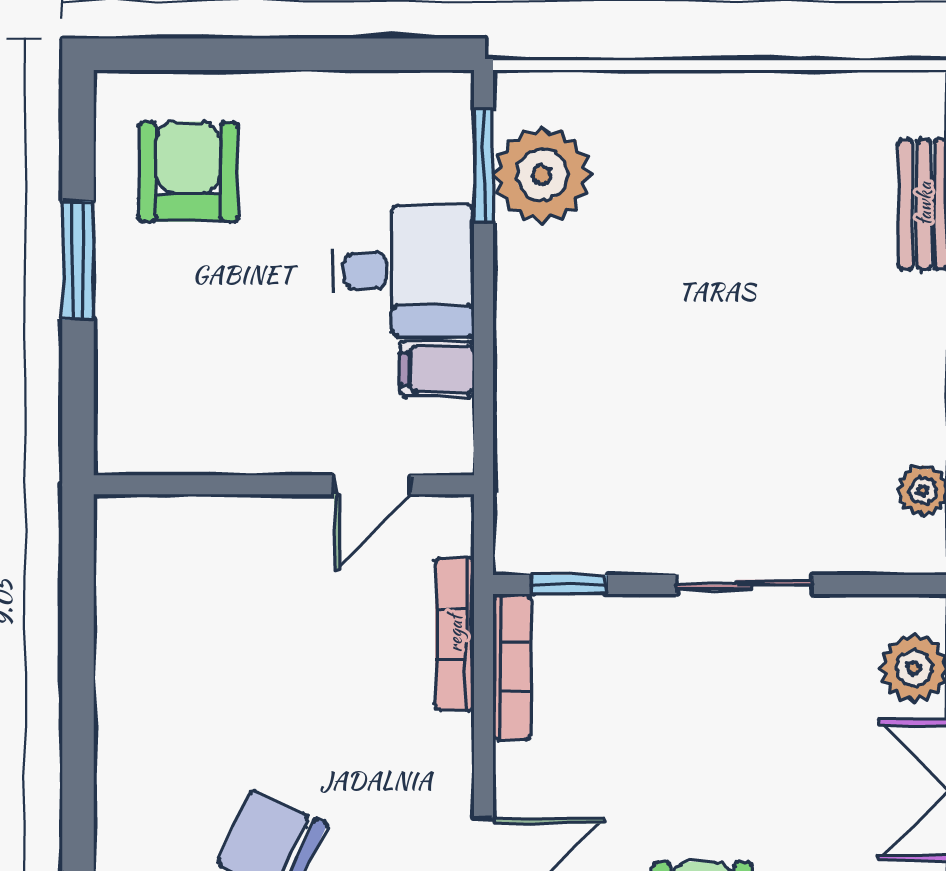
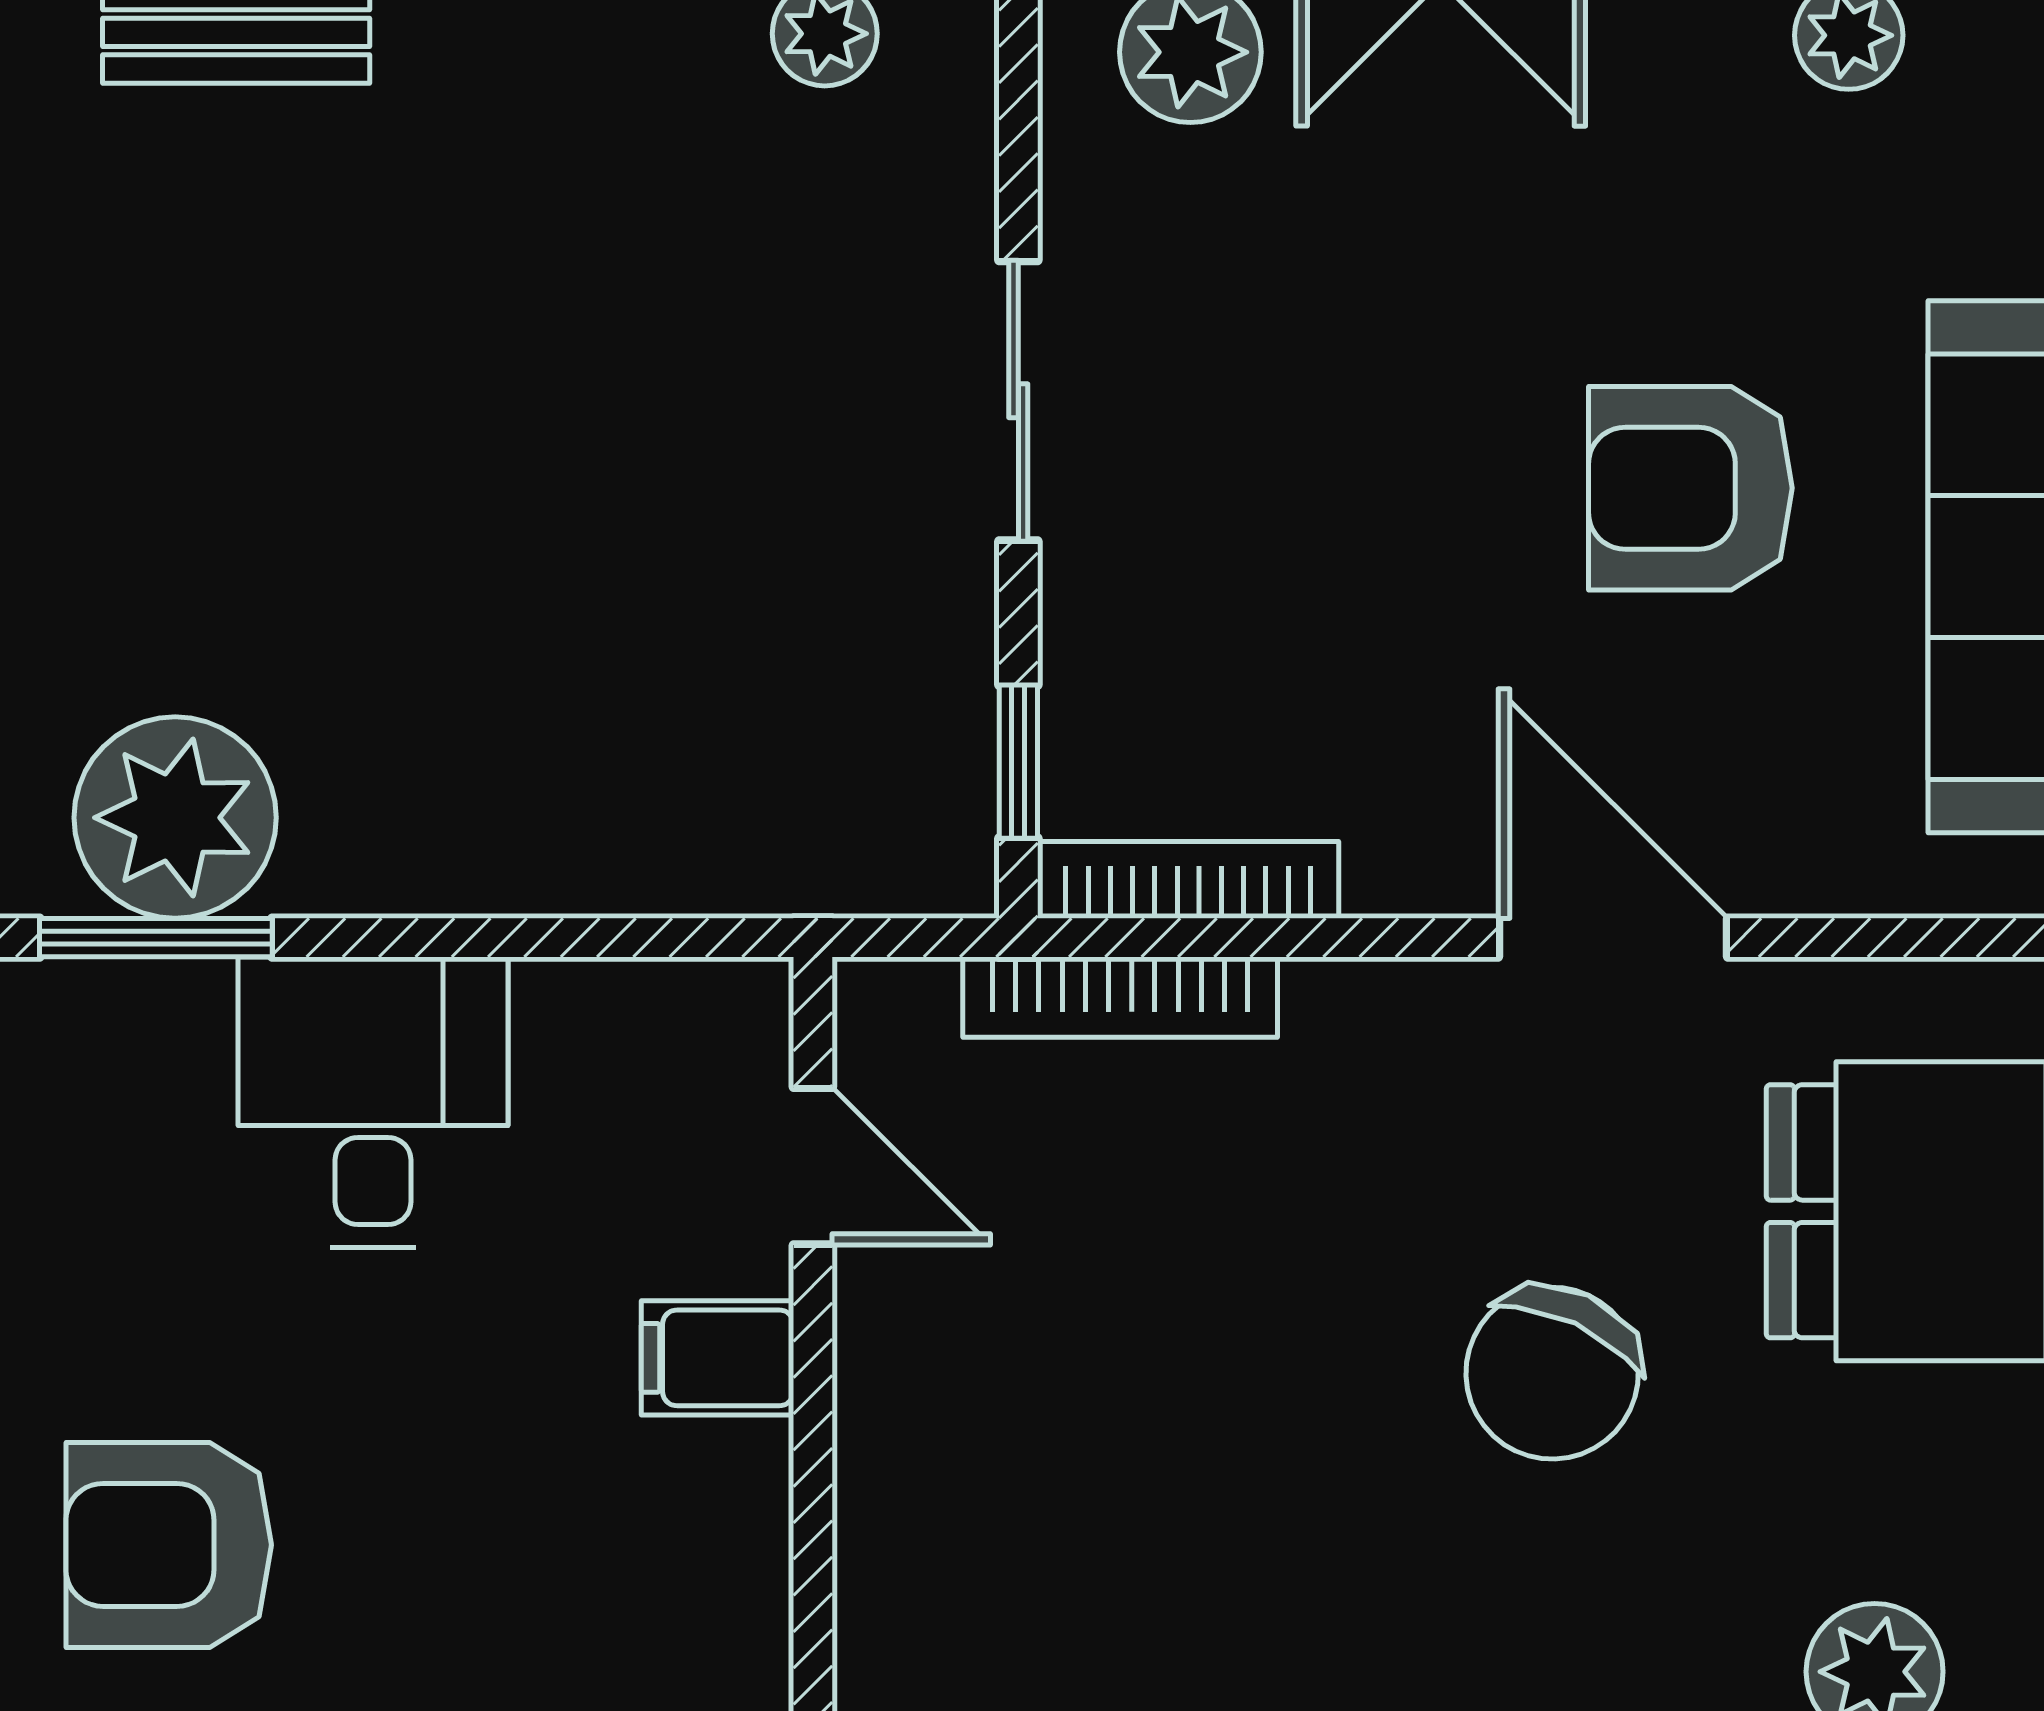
filing cabinet: (437, 369) -> (717, 1358), moved, turned 90

